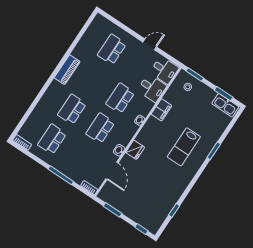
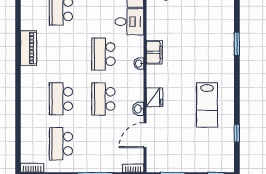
piano: (67, 70) -> (29, 48), moved
filing cabinet: (161, 110) -> (154, 52), moved
lab bench: (184, 147) -> (207, 105), moved
door: (112, 171) -> (145, 135), swing flipped

